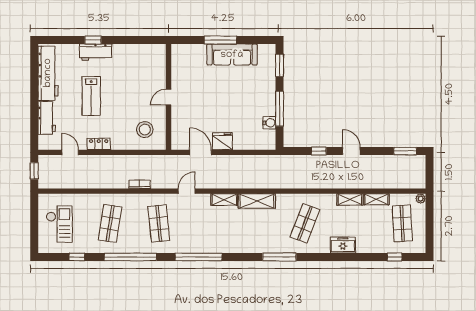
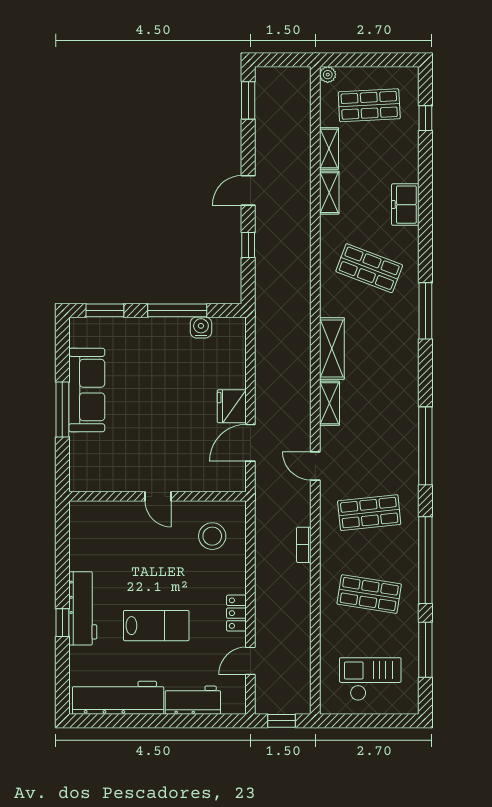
workbench: (96, 52) -> (83, 608), width x1.37
window: (77, 257) -> (425, 650), width x2.17

